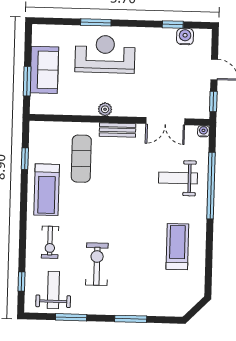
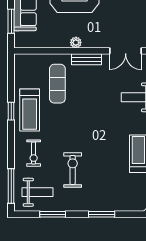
window: (25, 159) -> (11, 111), moved
window: (21, 281) -> (11, 186), width x2.17
weight bench: (53, 290) -> (38, 192), turned 90

